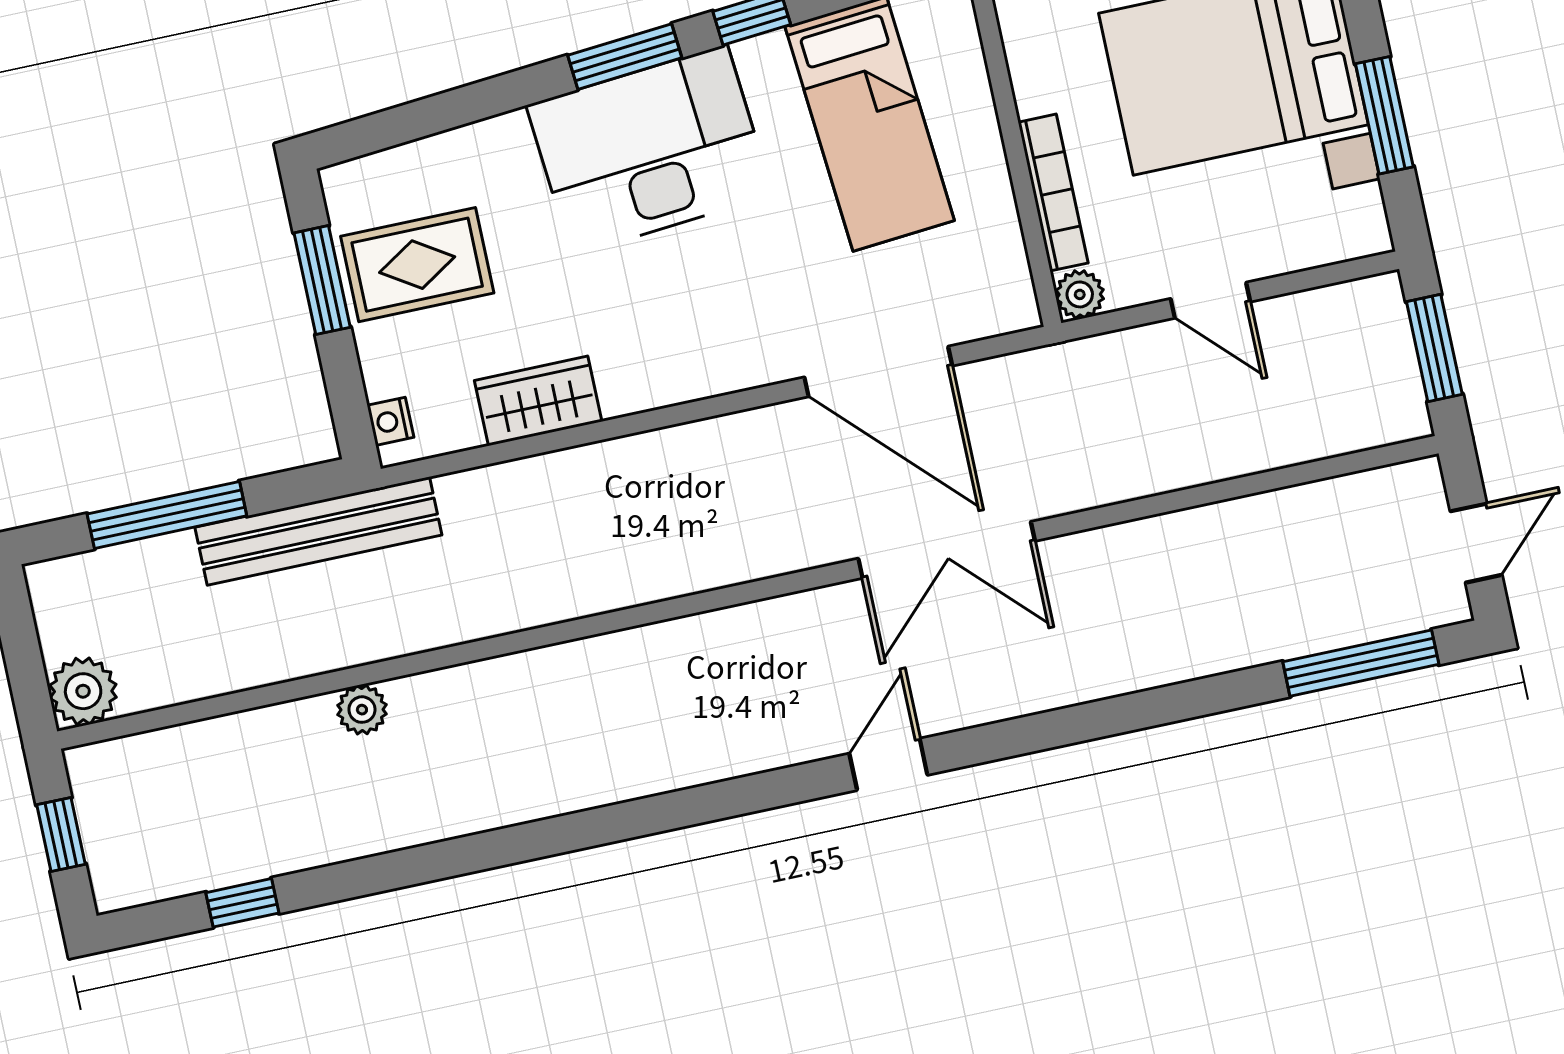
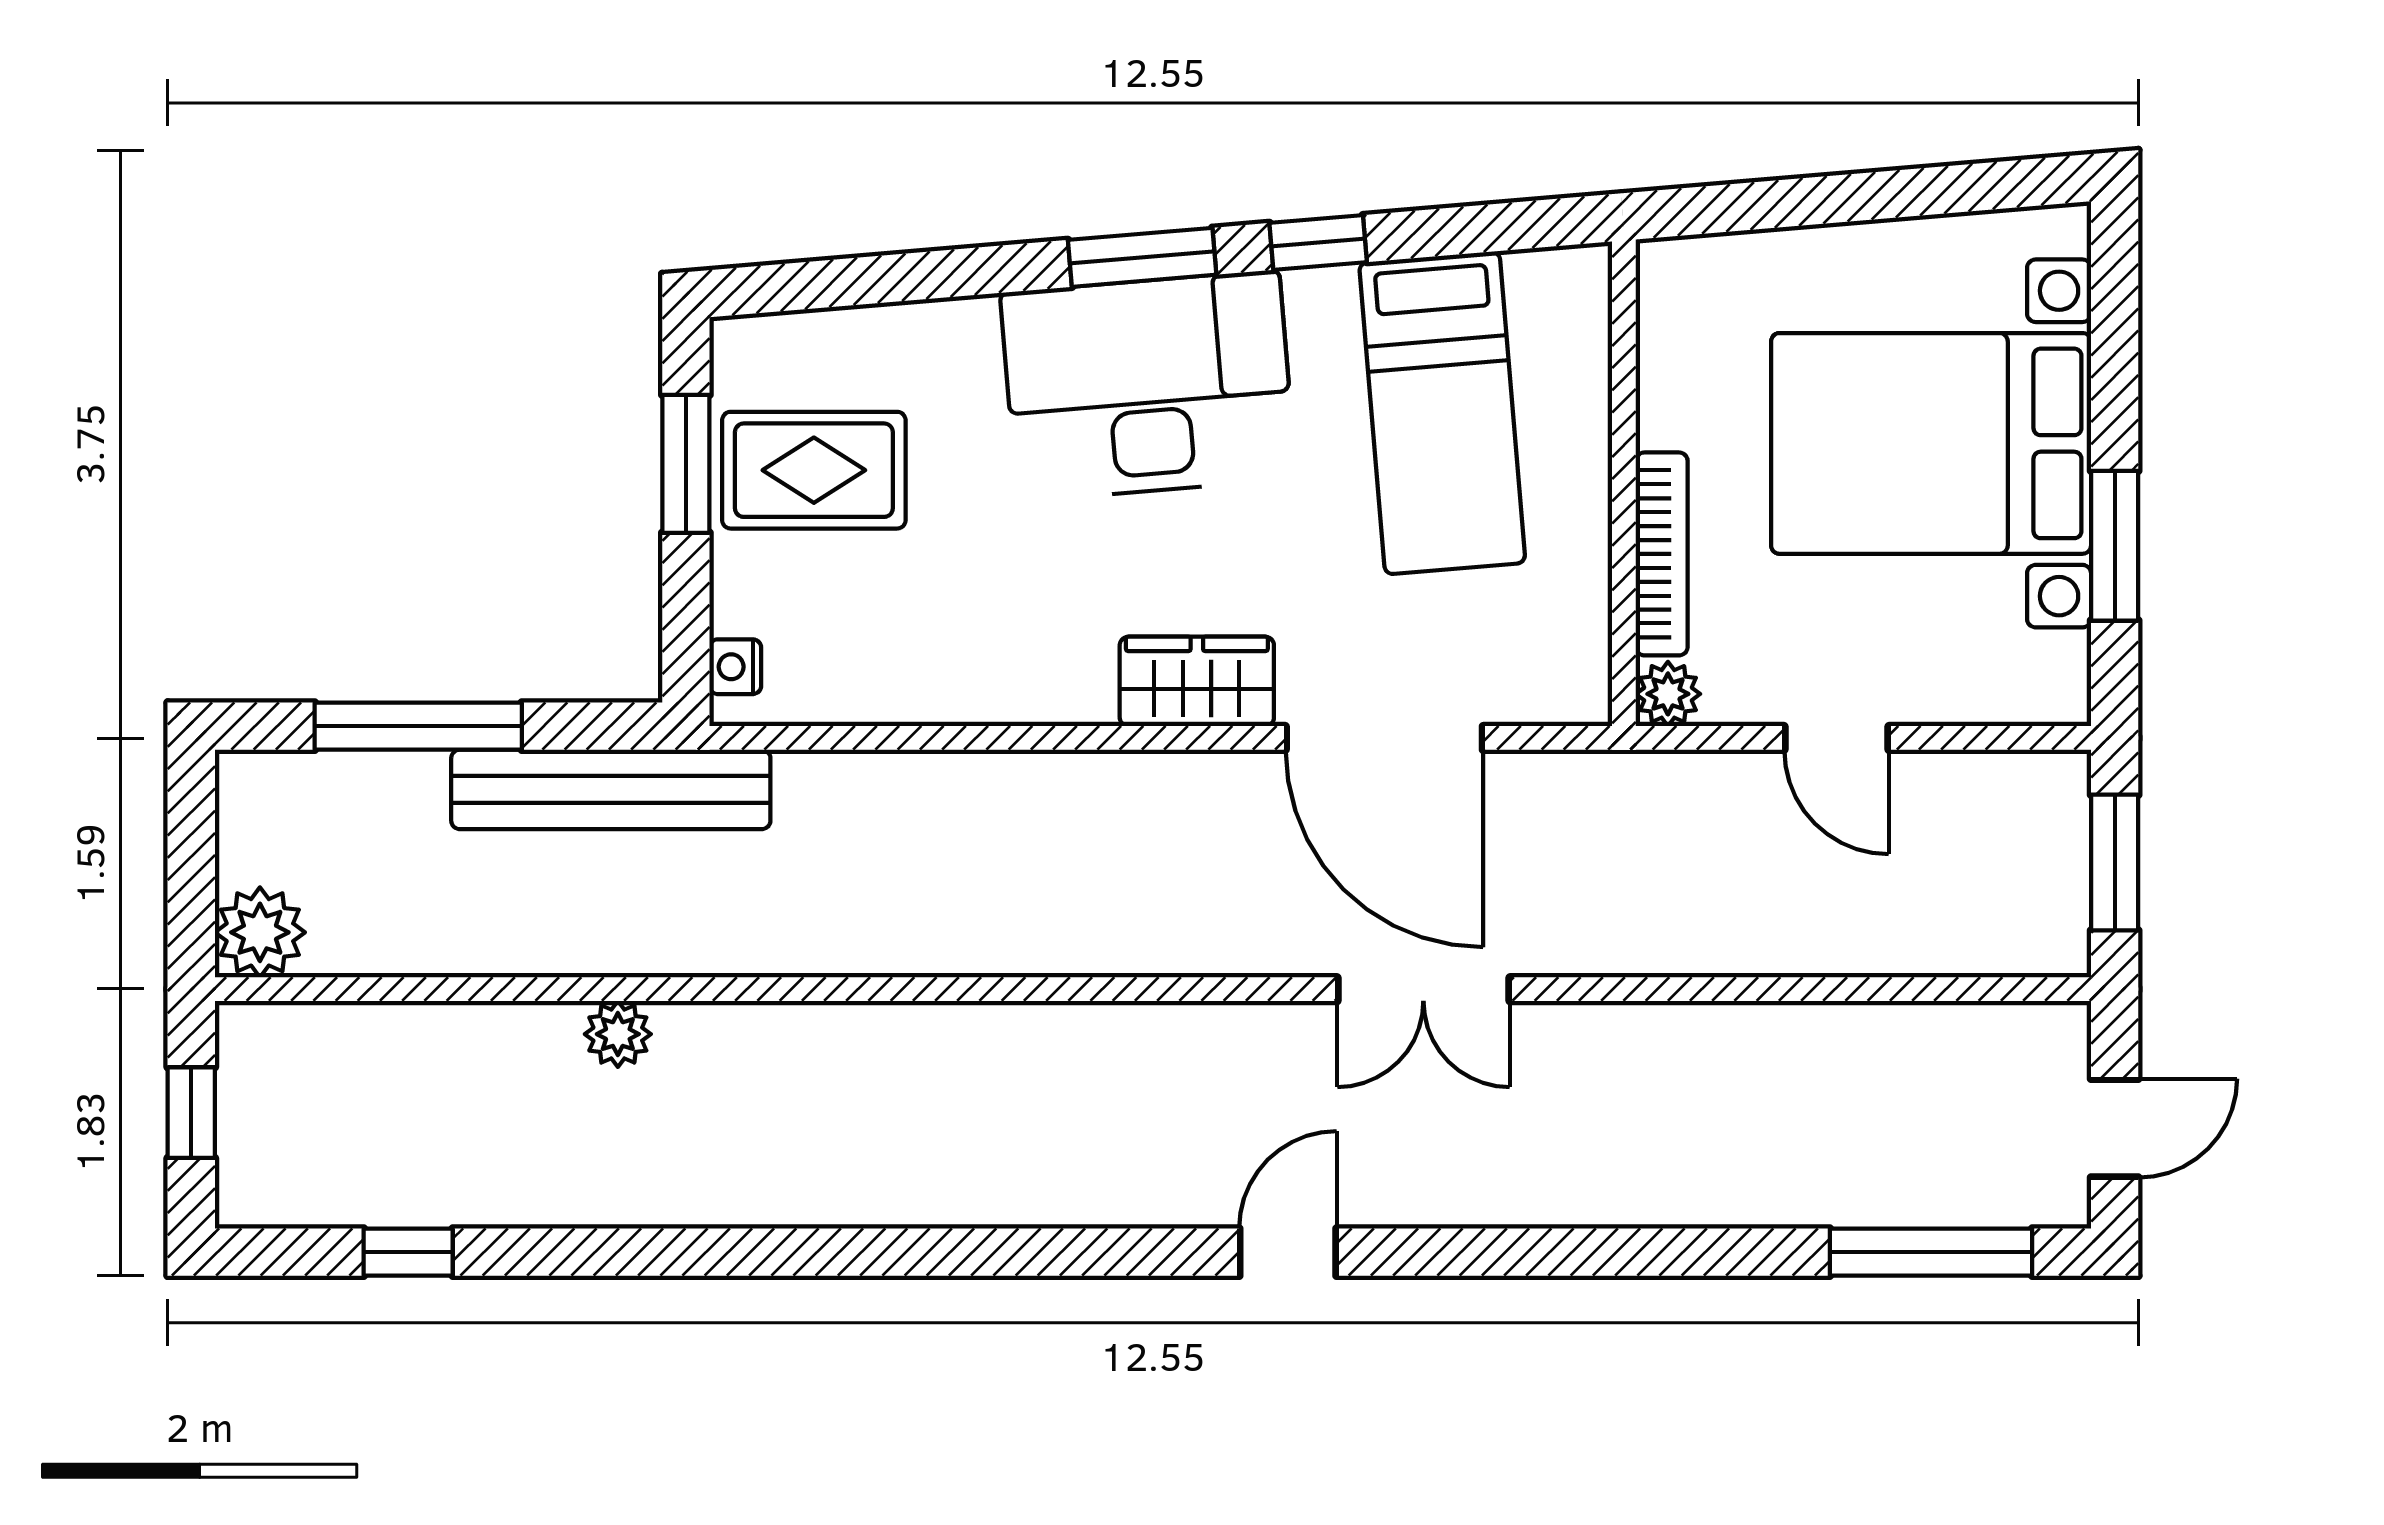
wardrobe: (538, 401) -> (1197, 681), moved
double door: (947, 550) -> (1423, 989), width x0.73

